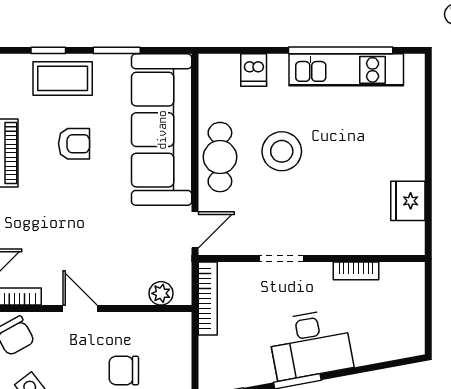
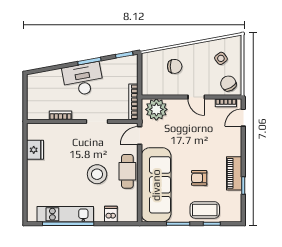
plant: (161, 293) -> (156, 109), width x1.88, depth x1.88

